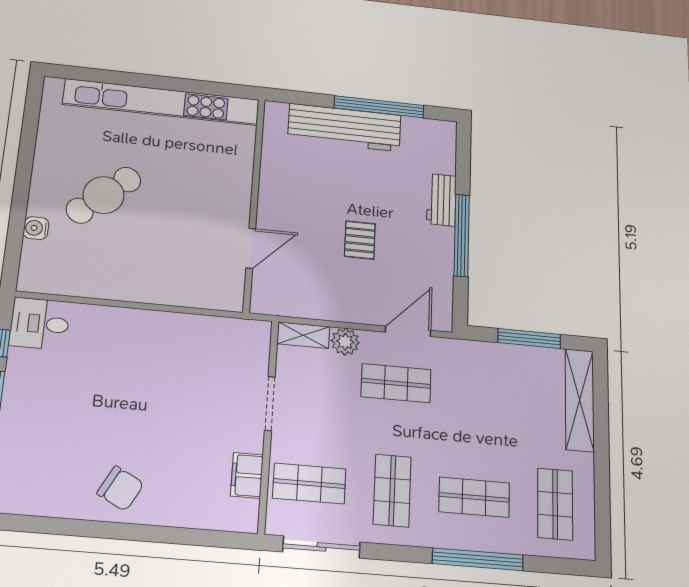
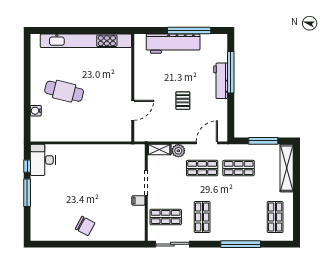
cafe table: (104, 195) -> (64, 91), turned 56
workbench: (441, 200) -> (221, 81), width x1.38
window: (462, 235) -> (231, 72), moved
desk: (40, 324) -> (43, 160), width x1.37
filing cabinet: (247, 475) -> (138, 200), moved, width x0.50
shop shelf: (474, 497) -> (239, 168), moved

